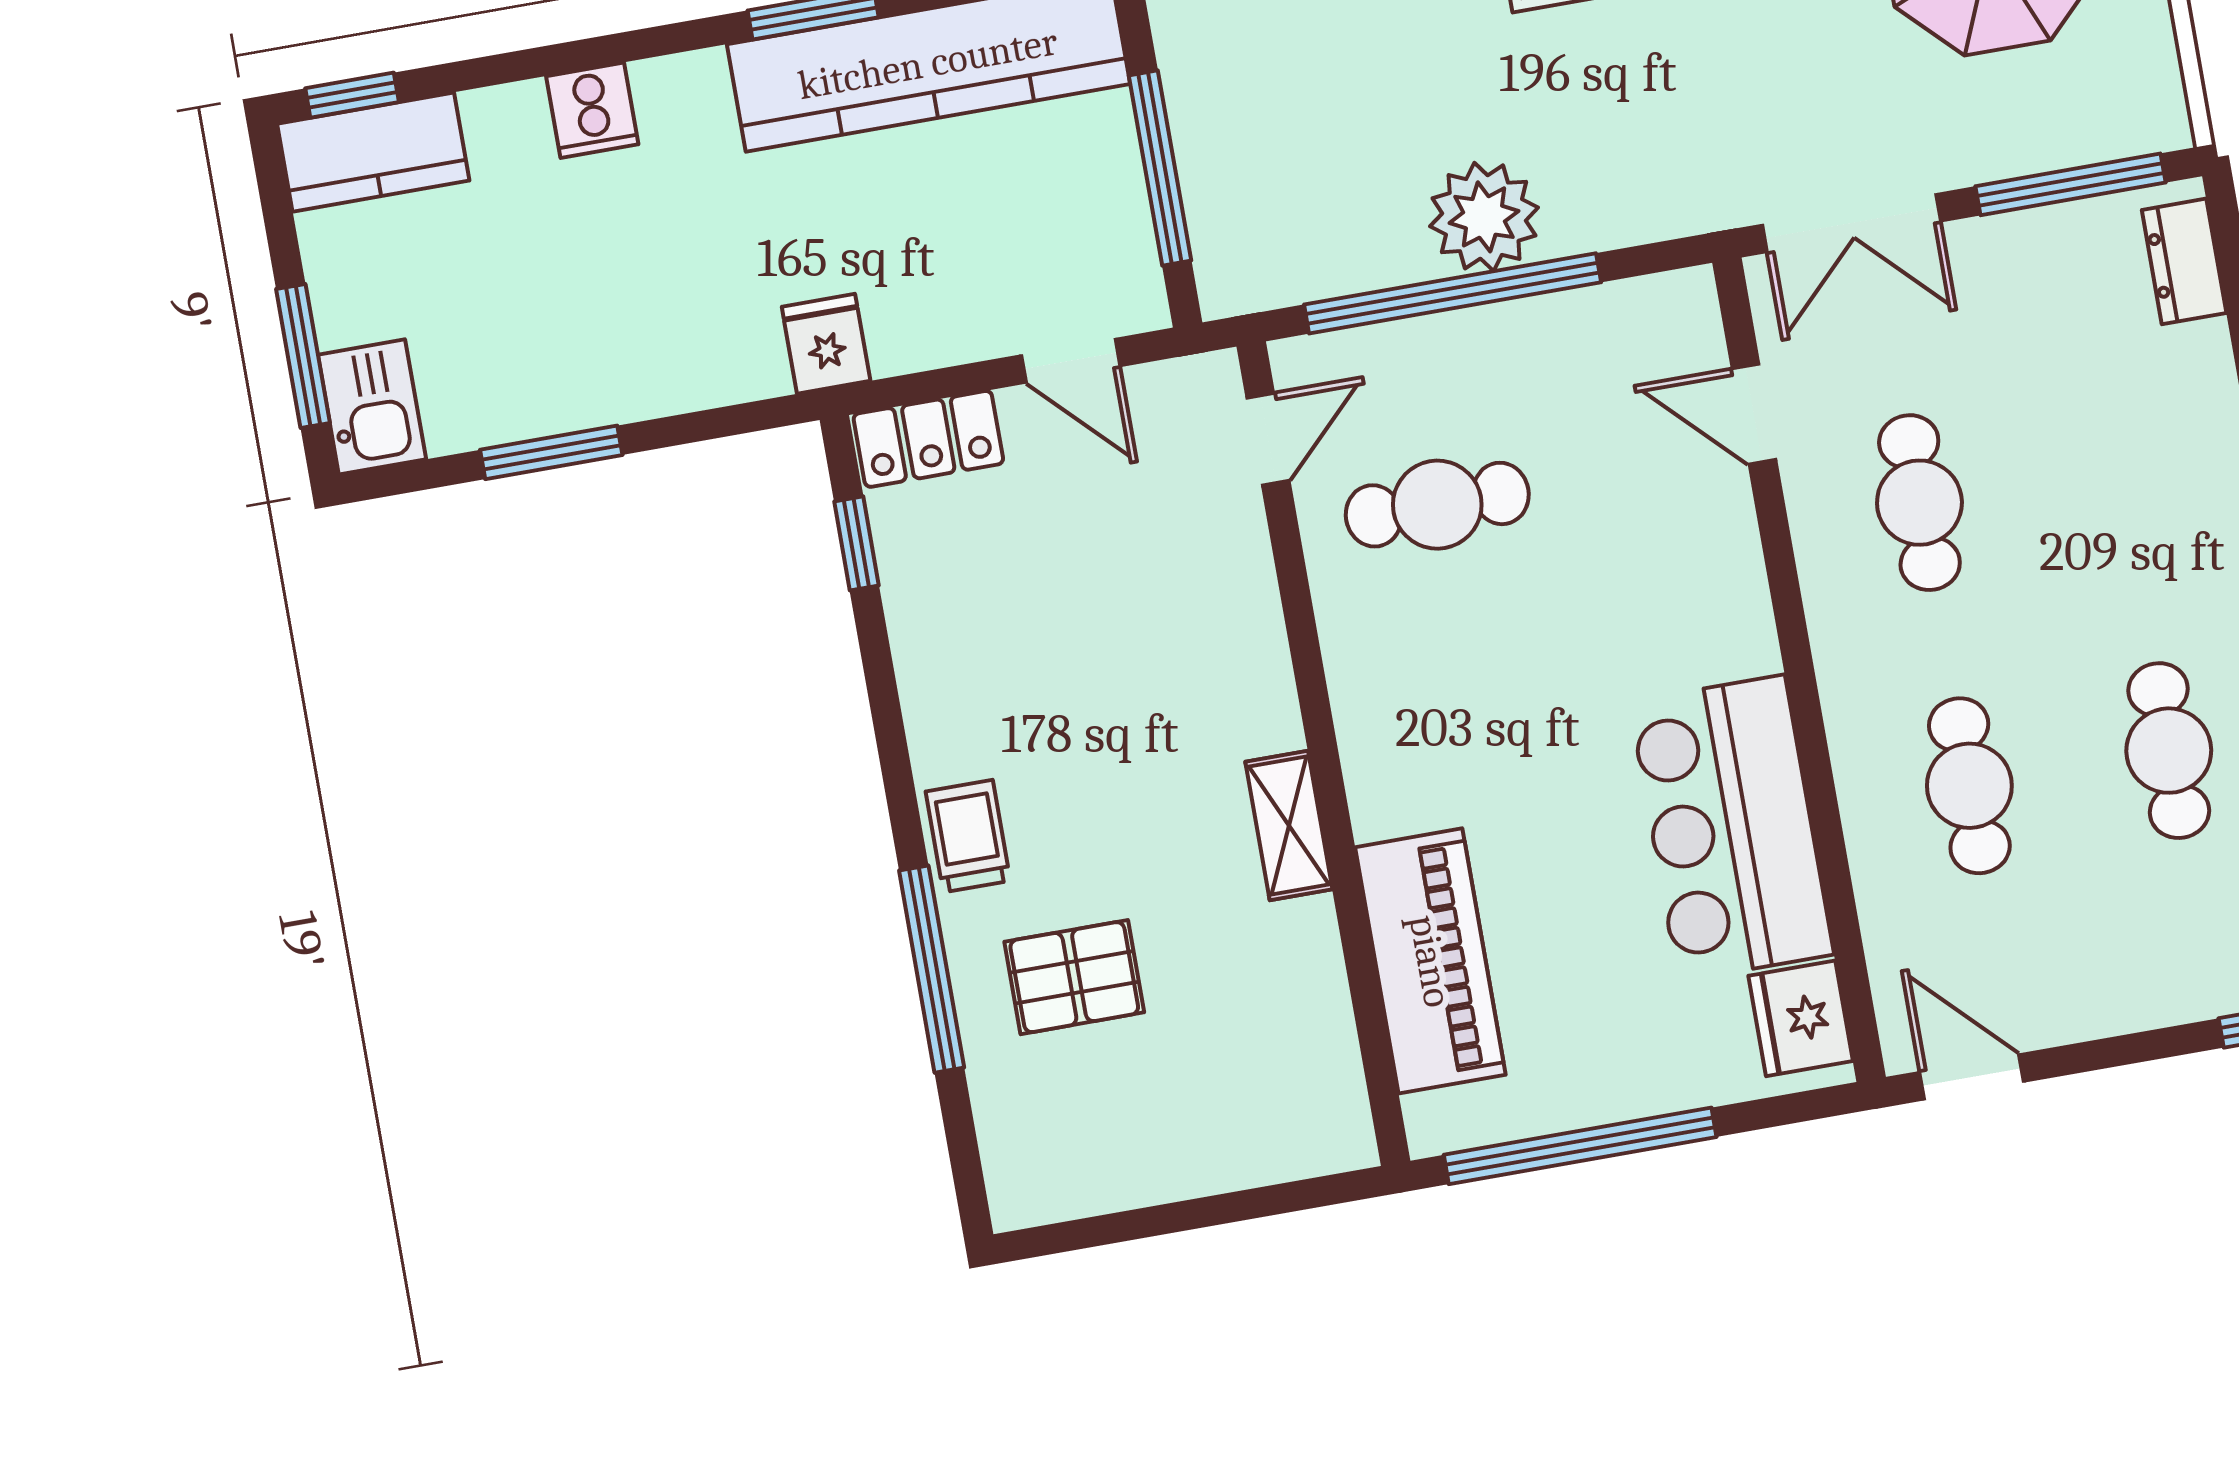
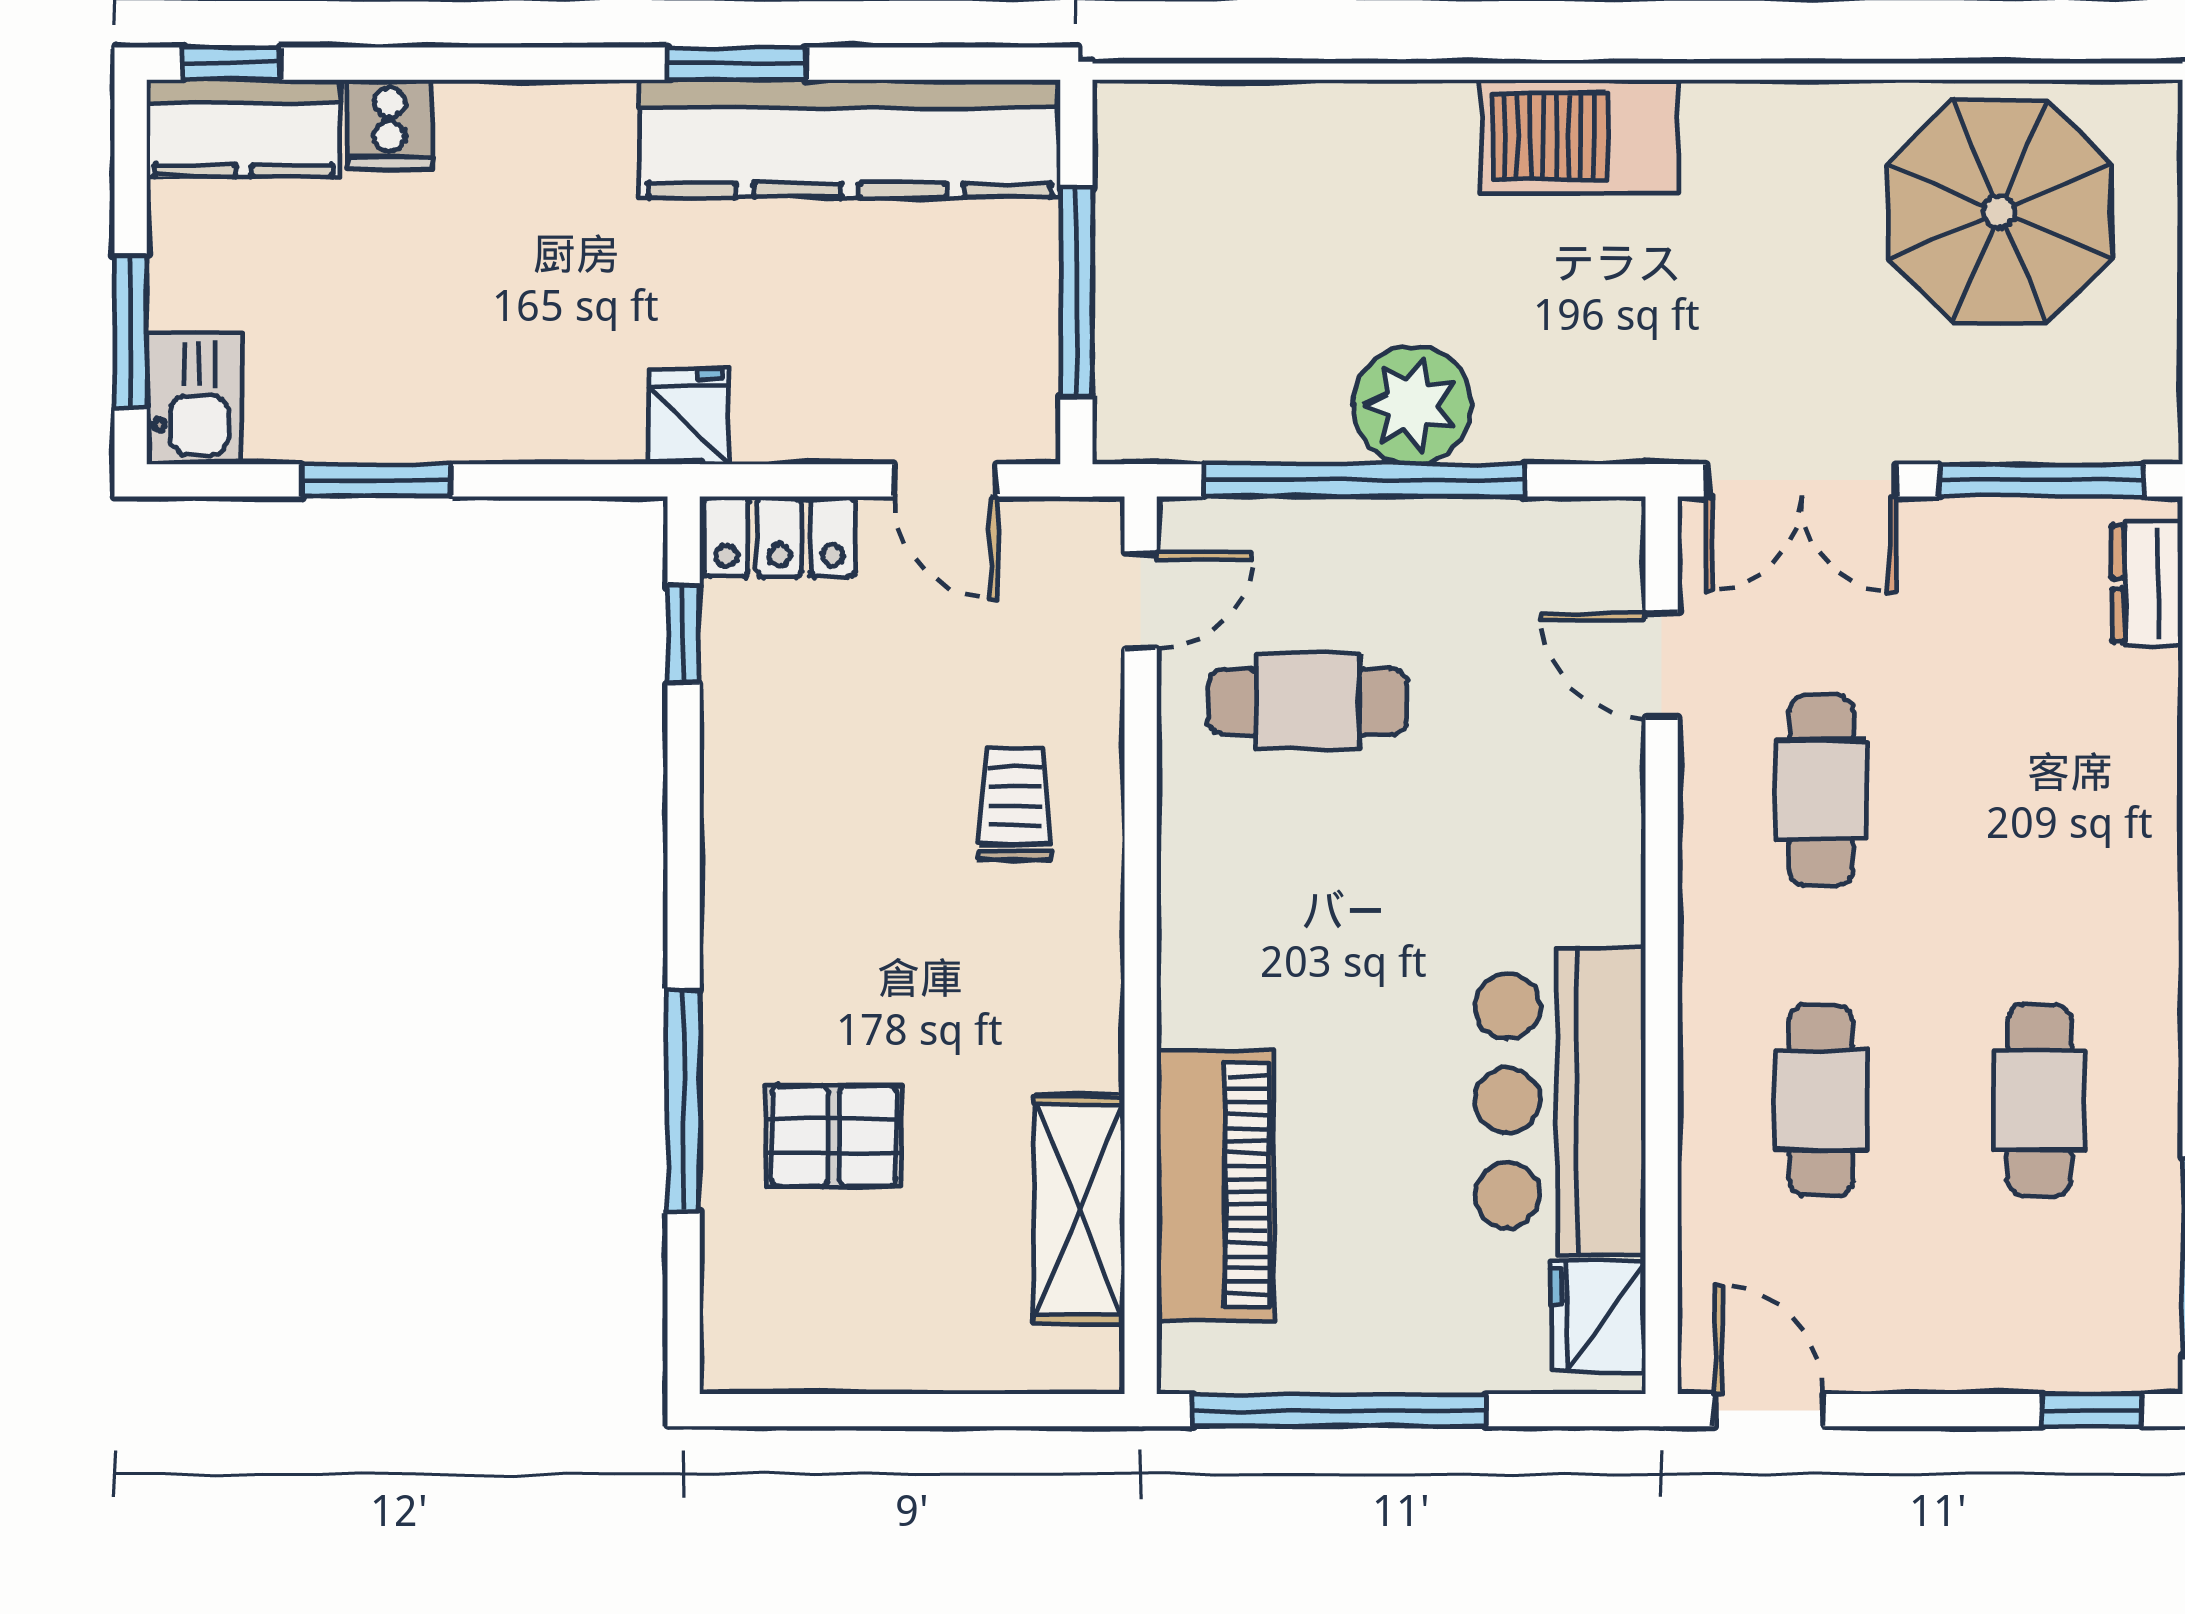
cooker: (592, 110) -> (389, 125), moved
shelving: (1289, 825) -> (1079, 1209), moved, width x1.50, depth x1.33
trolley: (968, 836) -> (1014, 804), moved

